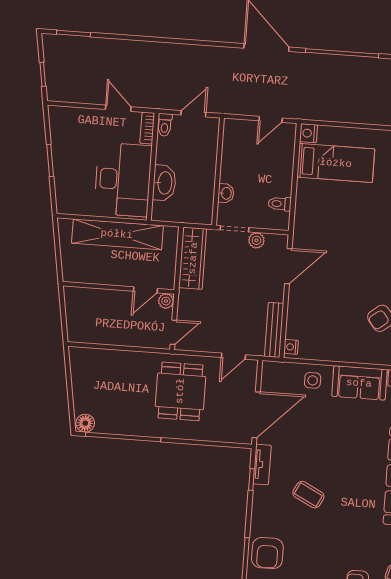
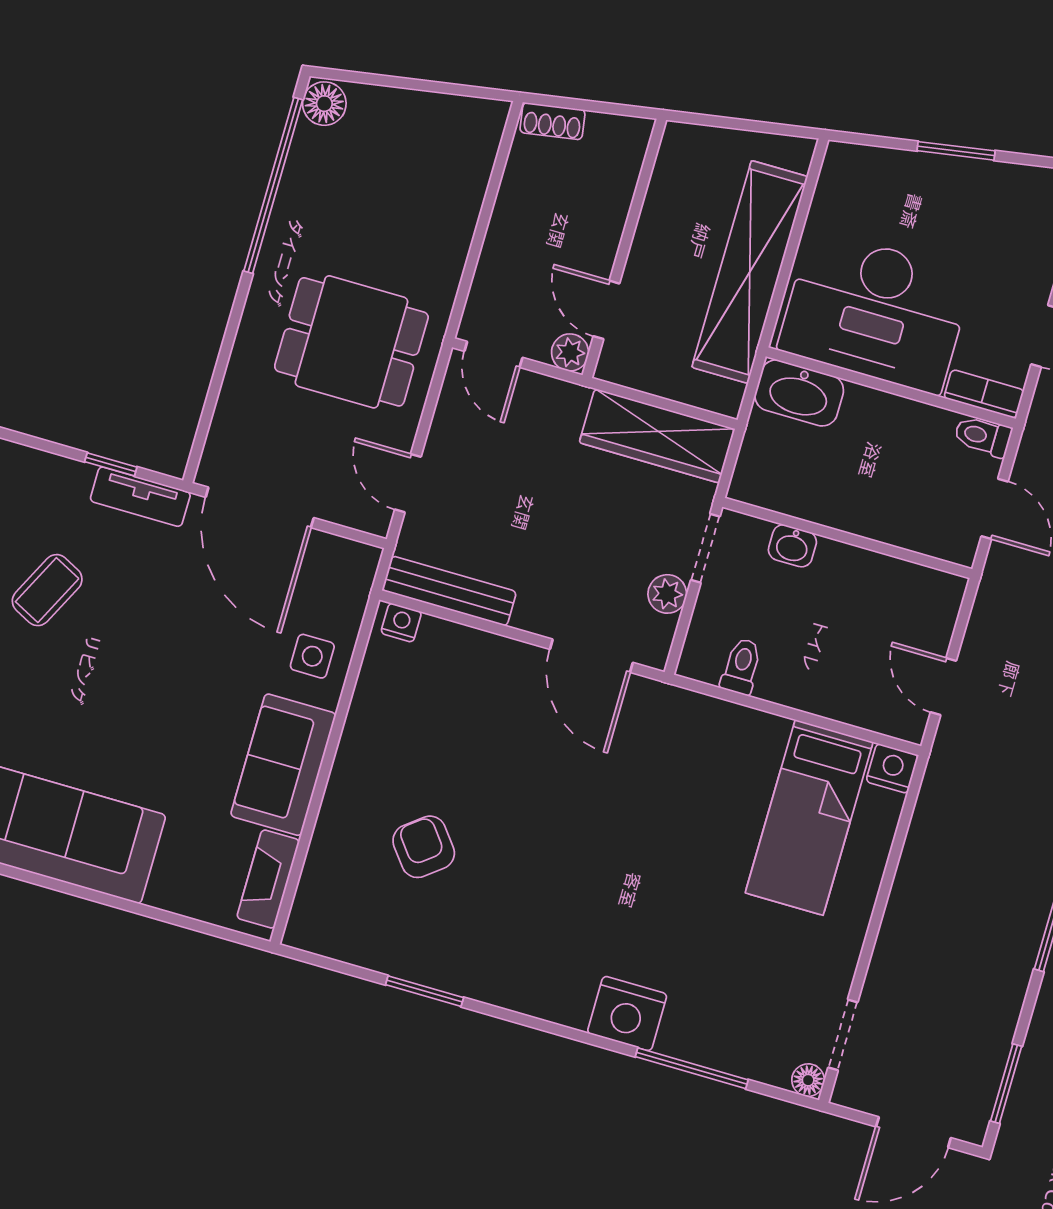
washbasin: (164, 183) -> (799, 393), moved
shoe rack: (73, 328) -> (552, 121), added

